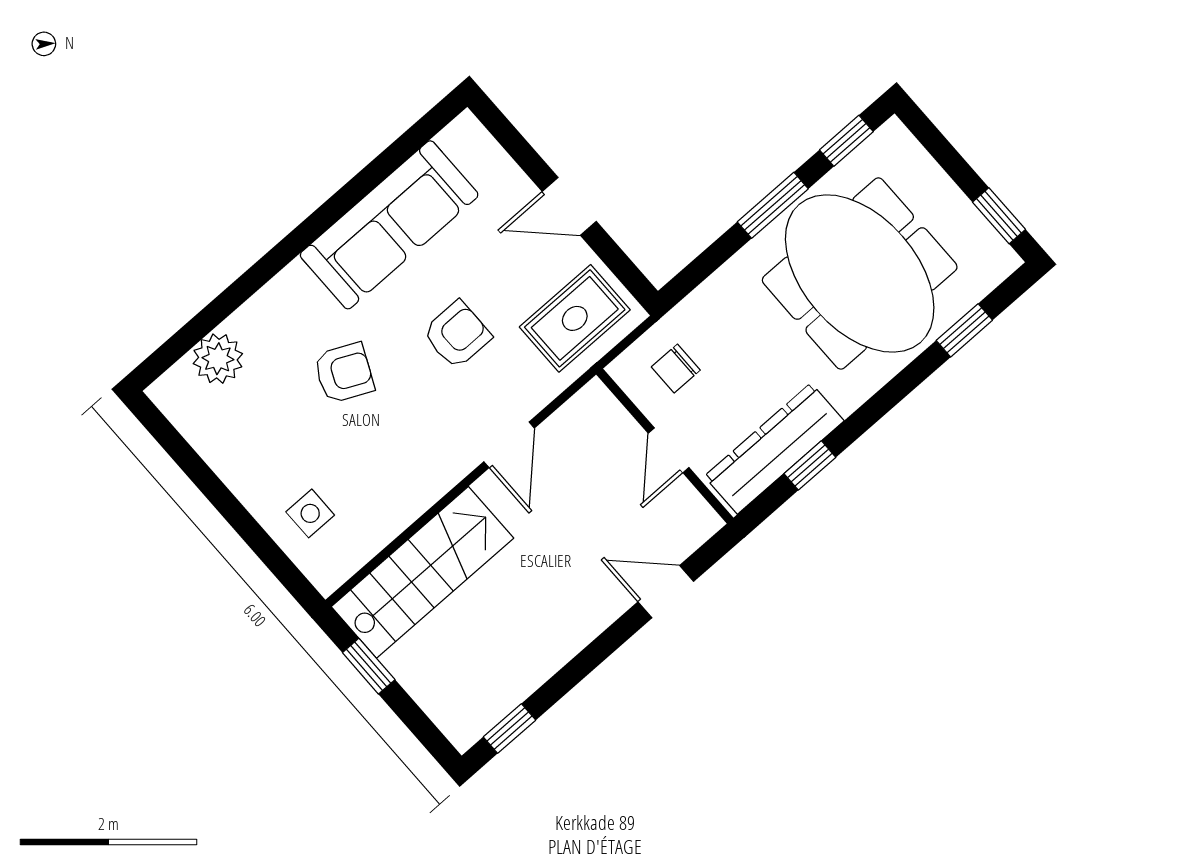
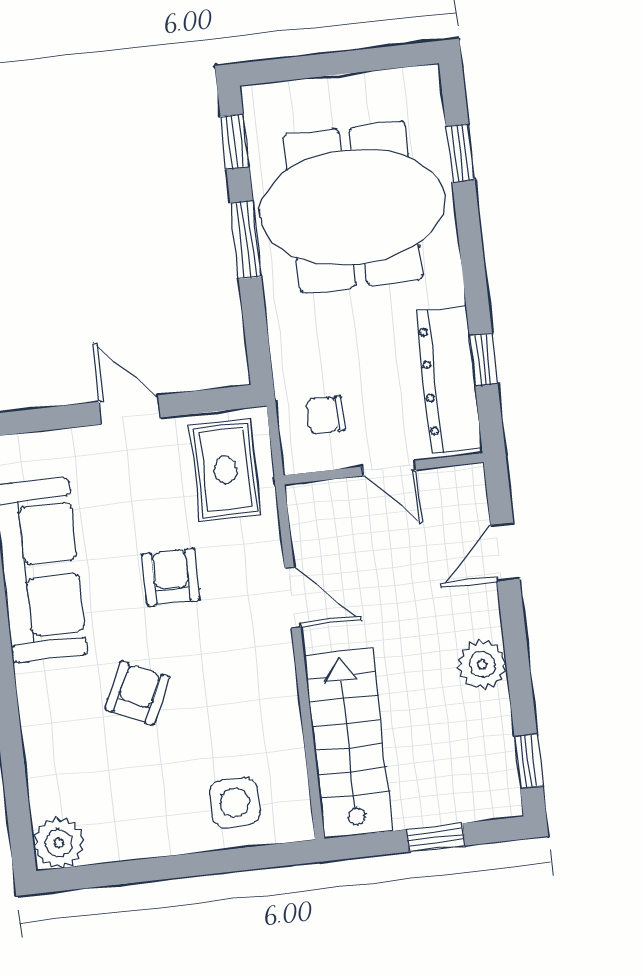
door: (569, 206) -> (129, 410), swing flipped
window: (999, 216) -> (385, 58), removed
plant: (218, 359) -> (59, 843), moved
chair: (676, 369) -> (326, 415), turned 90
side table: (310, 513) -> (235, 802), width x1.37, depth x1.37
plant: (562, 636) -> (482, 665), added
window: (369, 666) -> (436, 838), moved

